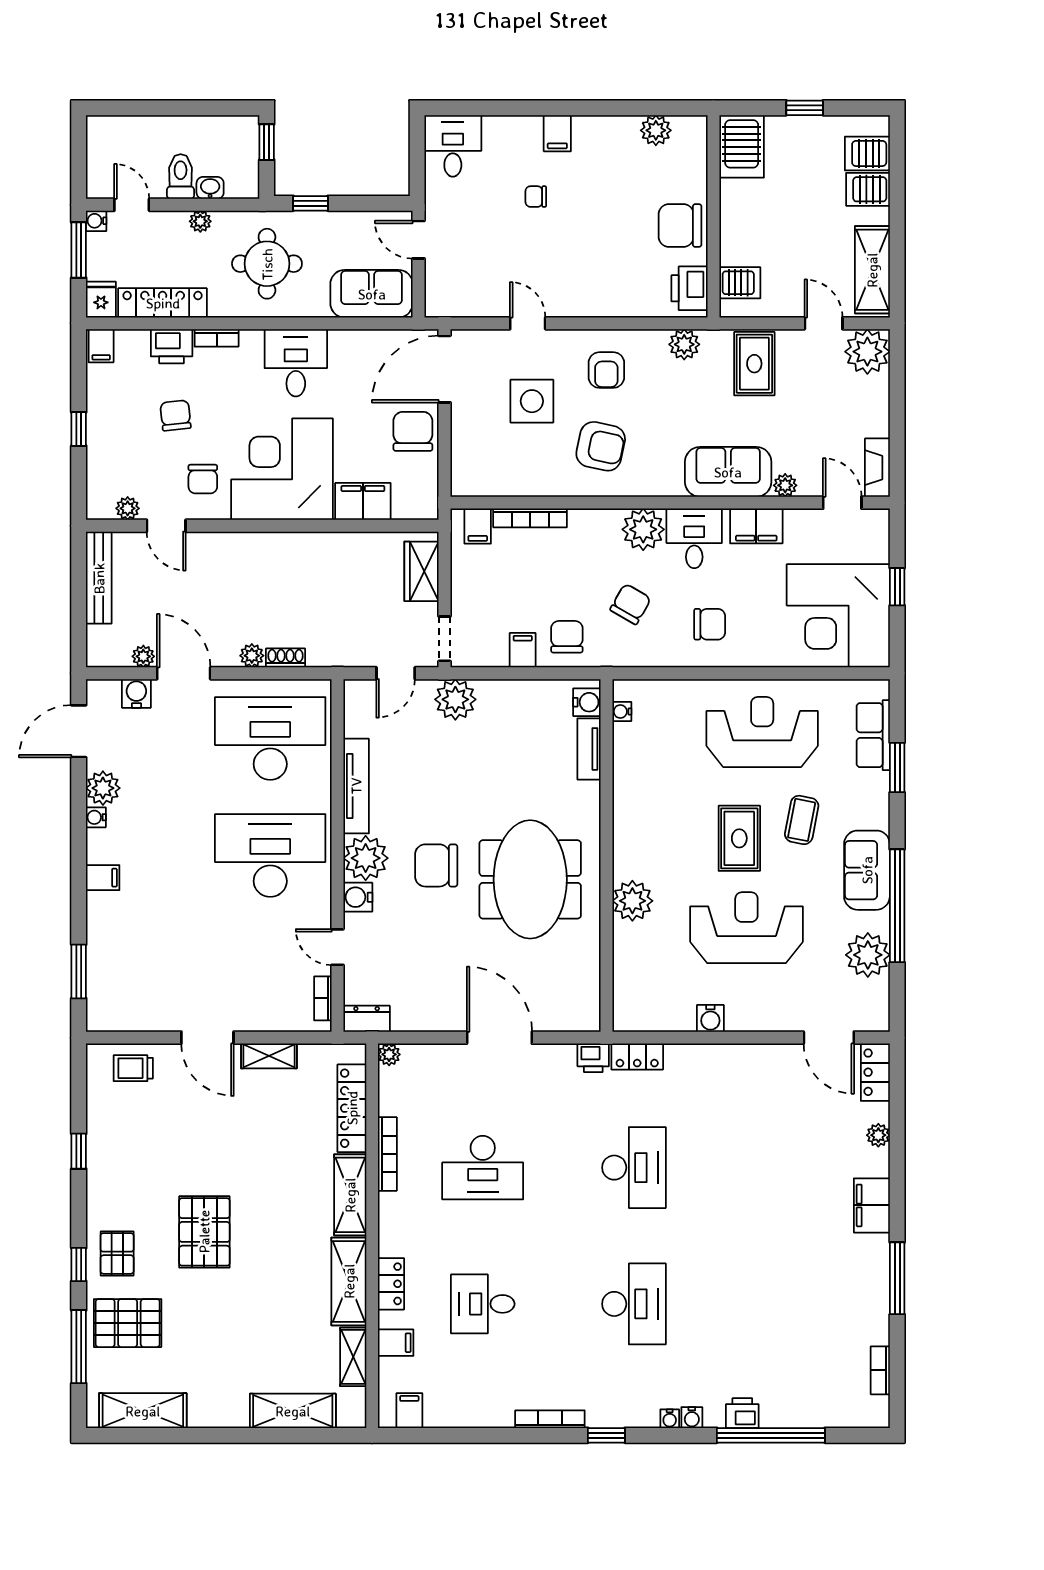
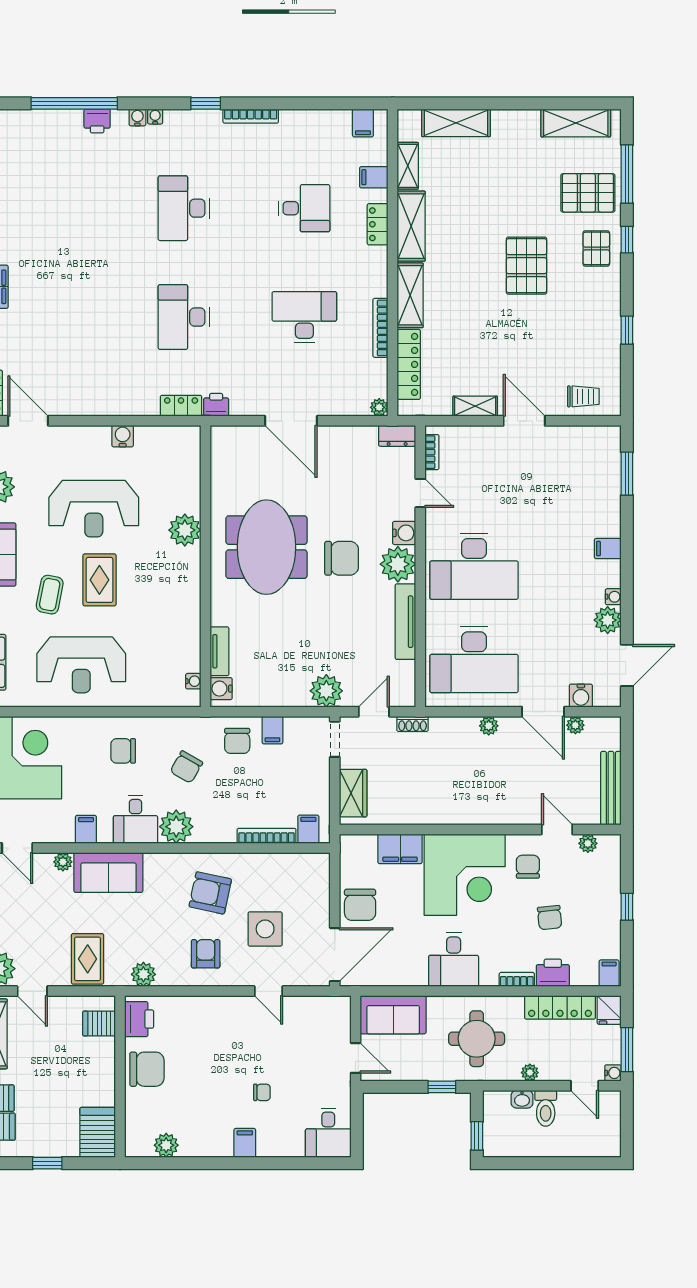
filing cabinet: (756, 526) -> (86, 829), width x0.50
shoe rack: (285, 658) -> (413, 724), moved

